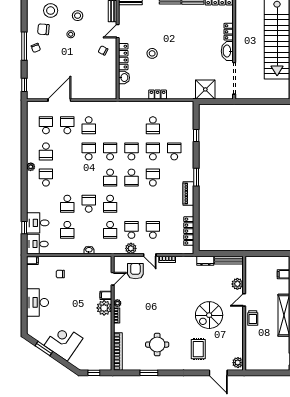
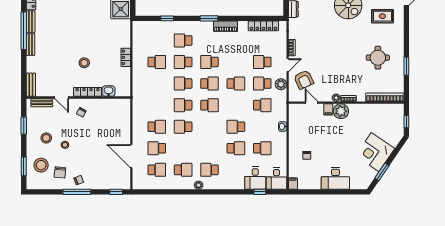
school desk: (46, 125) -> (157, 170), turned 180
school desk: (110, 204) -> (236, 84), moved
armchair: (135, 271) -> (304, 80), turned -115

